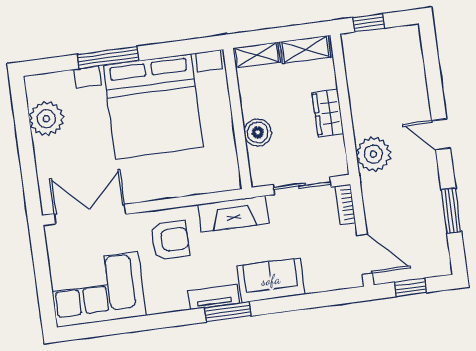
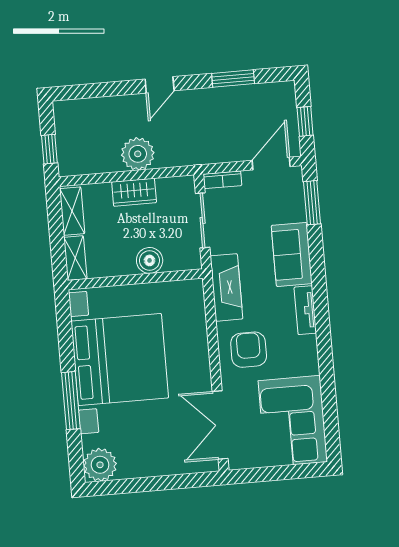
plant: (46, 119) -> (100, 465), moved
plant: (373, 154) -> (138, 154), moved
window: (228, 312) -> (312, 203), moved

